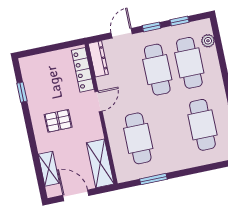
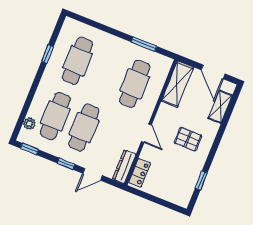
window: (180, 21) -> (29, 149), moved
locker: (83, 70) -> (140, 173), width x0.66
door: (99, 101) -> (146, 133), swing flipped

